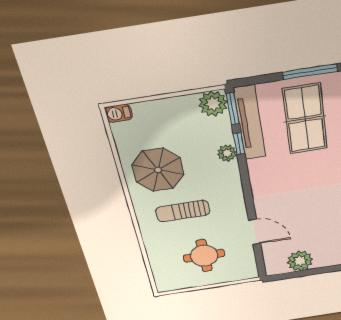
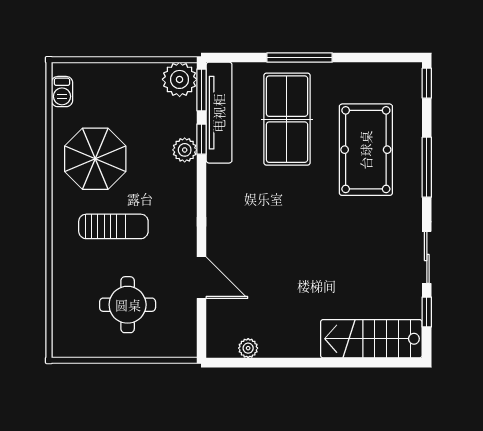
barbecue: (119, 113) -> (62, 92), moved, turned -90
sun lounger: (183, 211) -> (113, 226), turned 180
plant: (300, 261) -> (248, 348), width x0.53, depth x0.53

